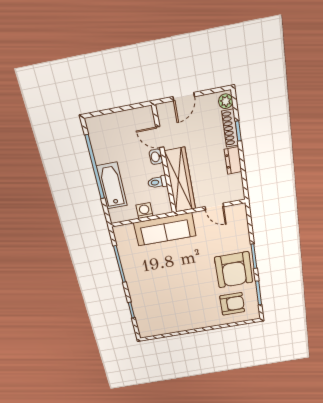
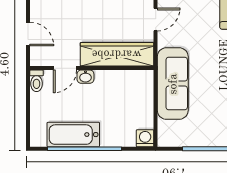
toilet: (158, 182) -> (37, 81), moved
bathtub: (112, 186) -> (73, 135), moved
washing machine: (144, 211) -> (145, 138), moved, turned 90

